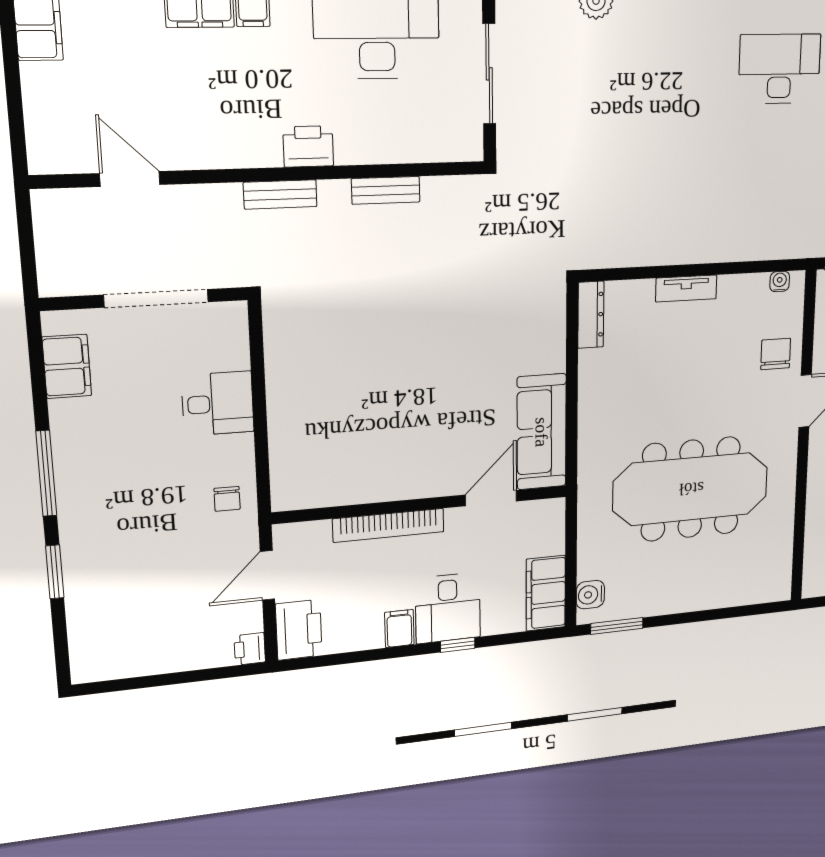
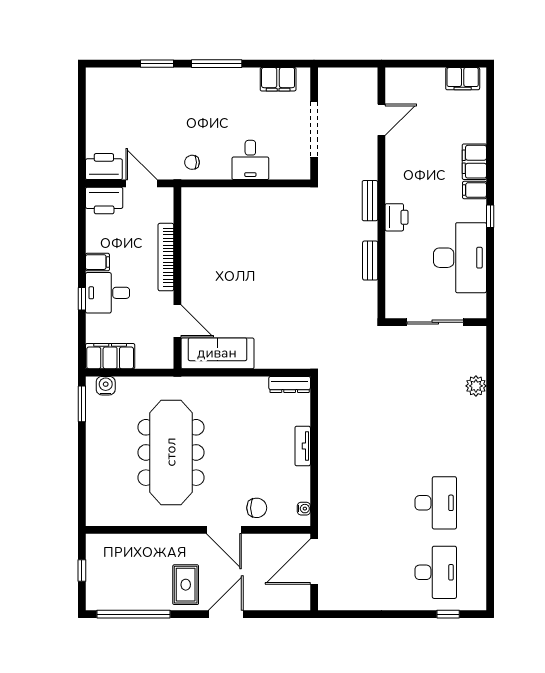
printer: (250, 649) -> (104, 167), width x1.87, depth x1.48

